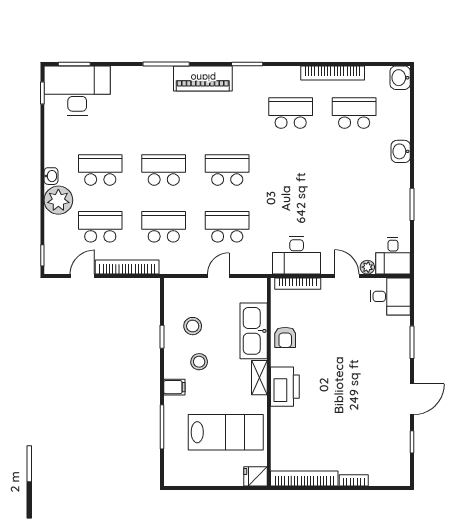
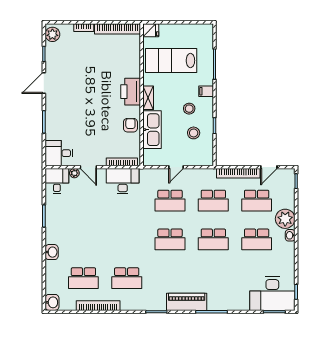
plant: (400, 471) -> (52, 34), added

